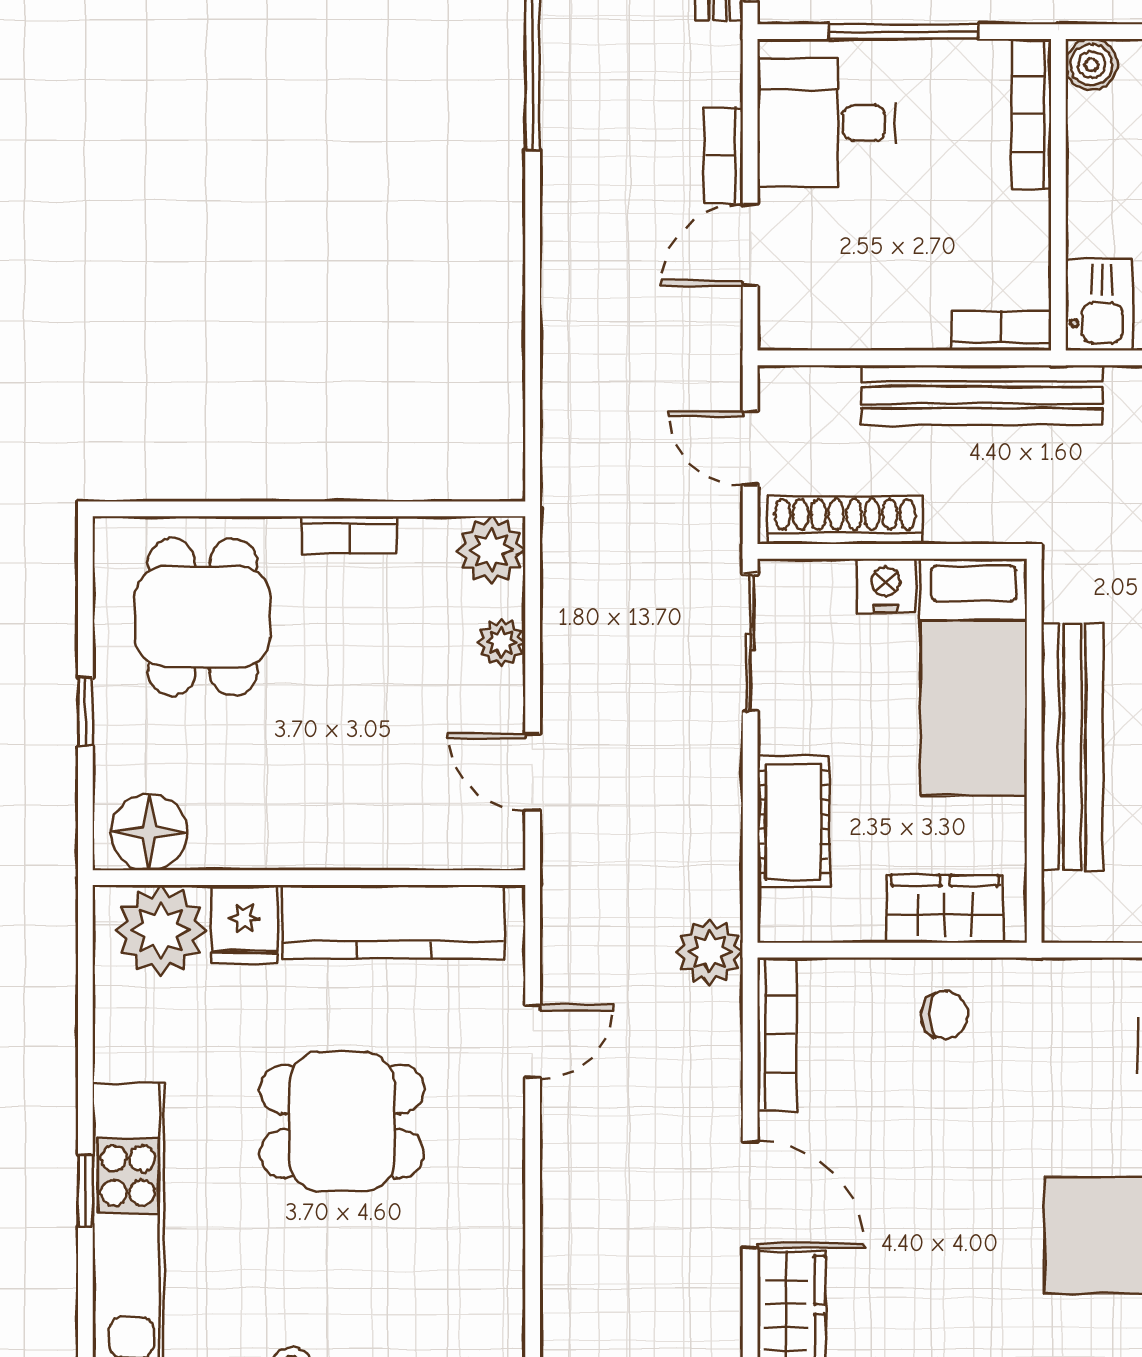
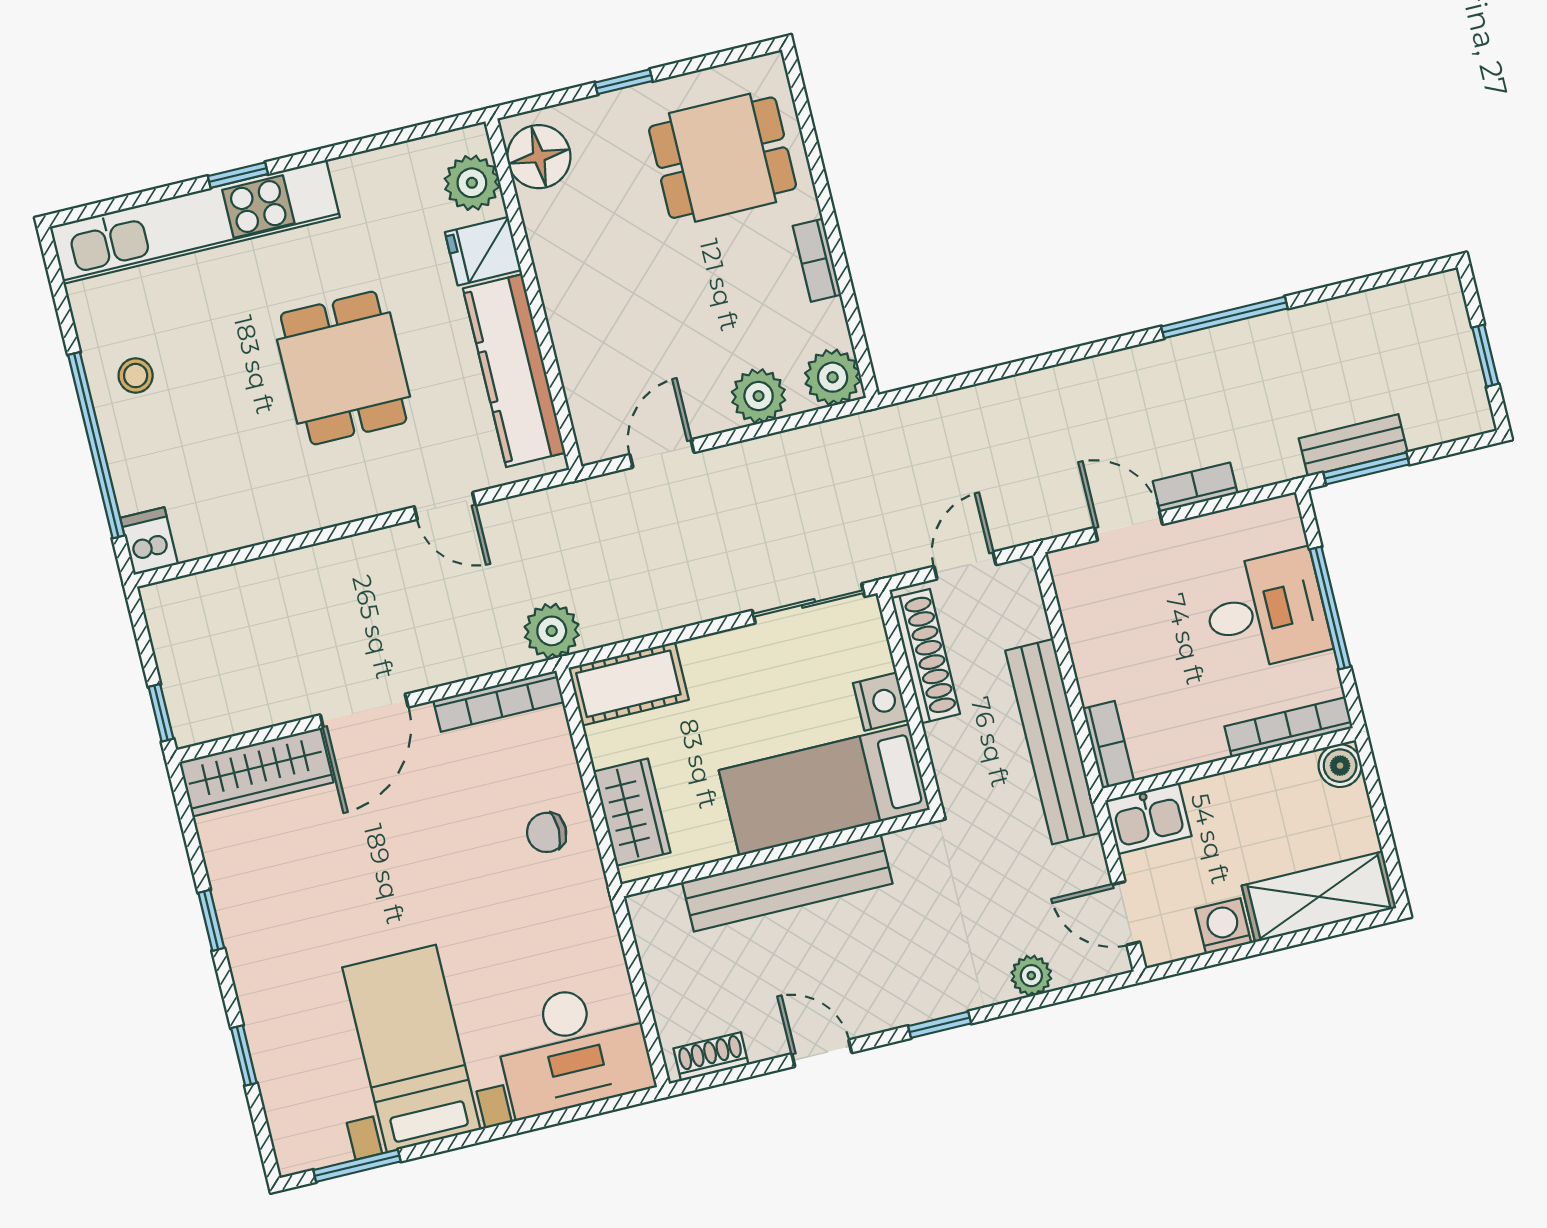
desk: (826, 123) -> (1266, 611), moved, turned 90
plant: (501, 642) -> (759, 396), width x1.38, depth x1.38
cot: (793, 822) -> (628, 684), moved
plant: (161, 930) -> (472, 183), width x0.73, depth x0.73
chair: (945, 1015) -> (547, 832), turned 90

